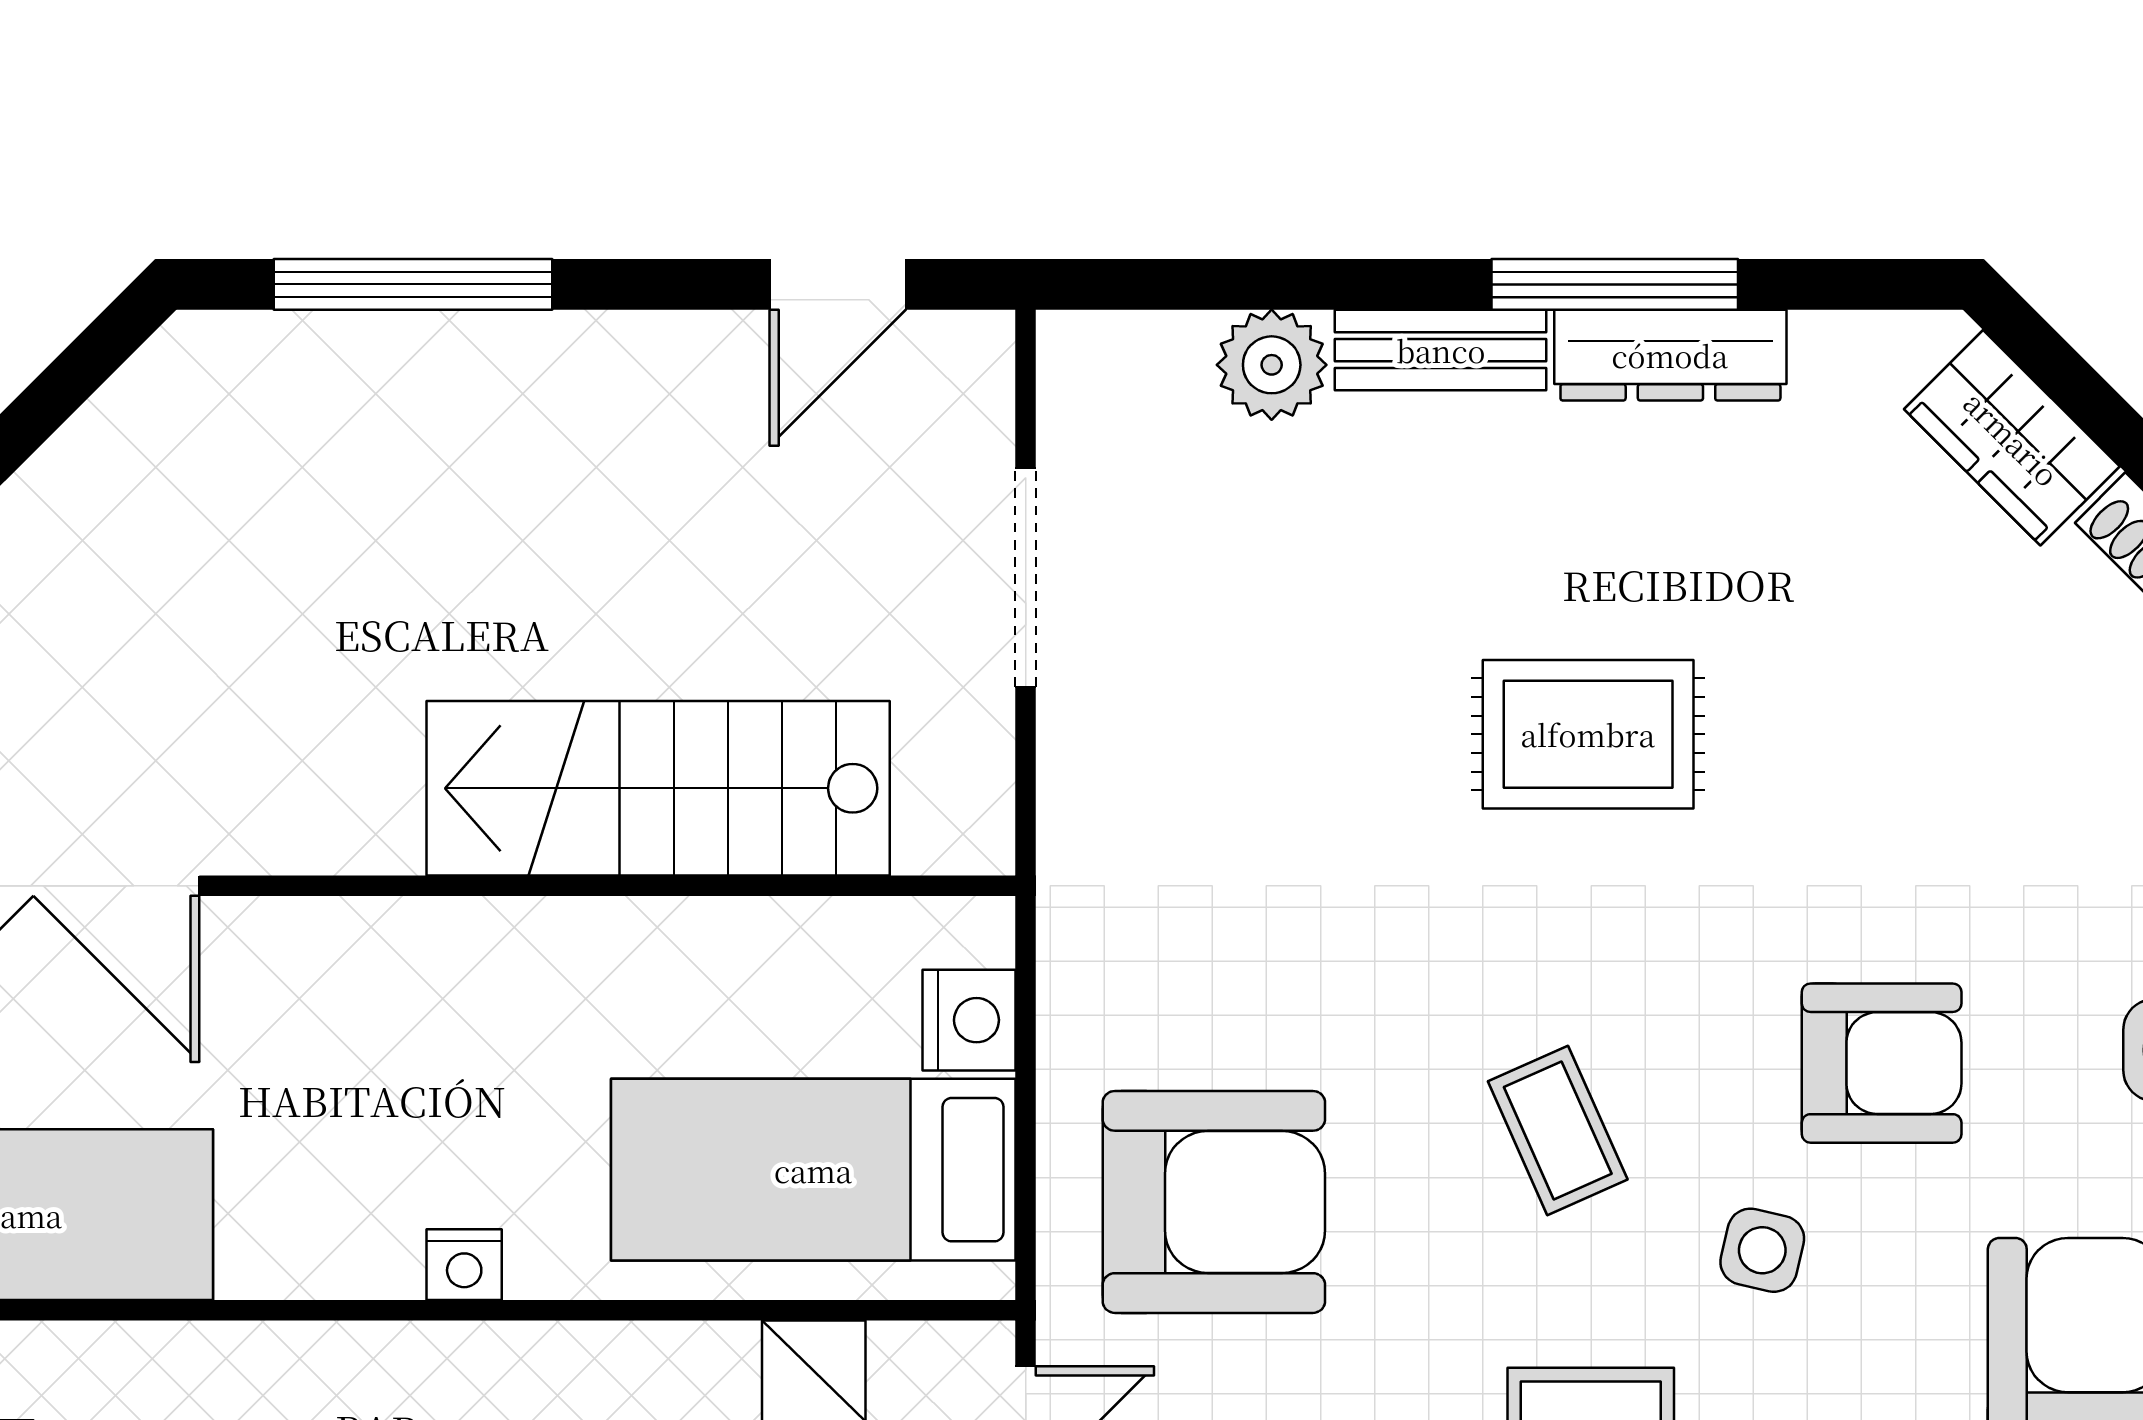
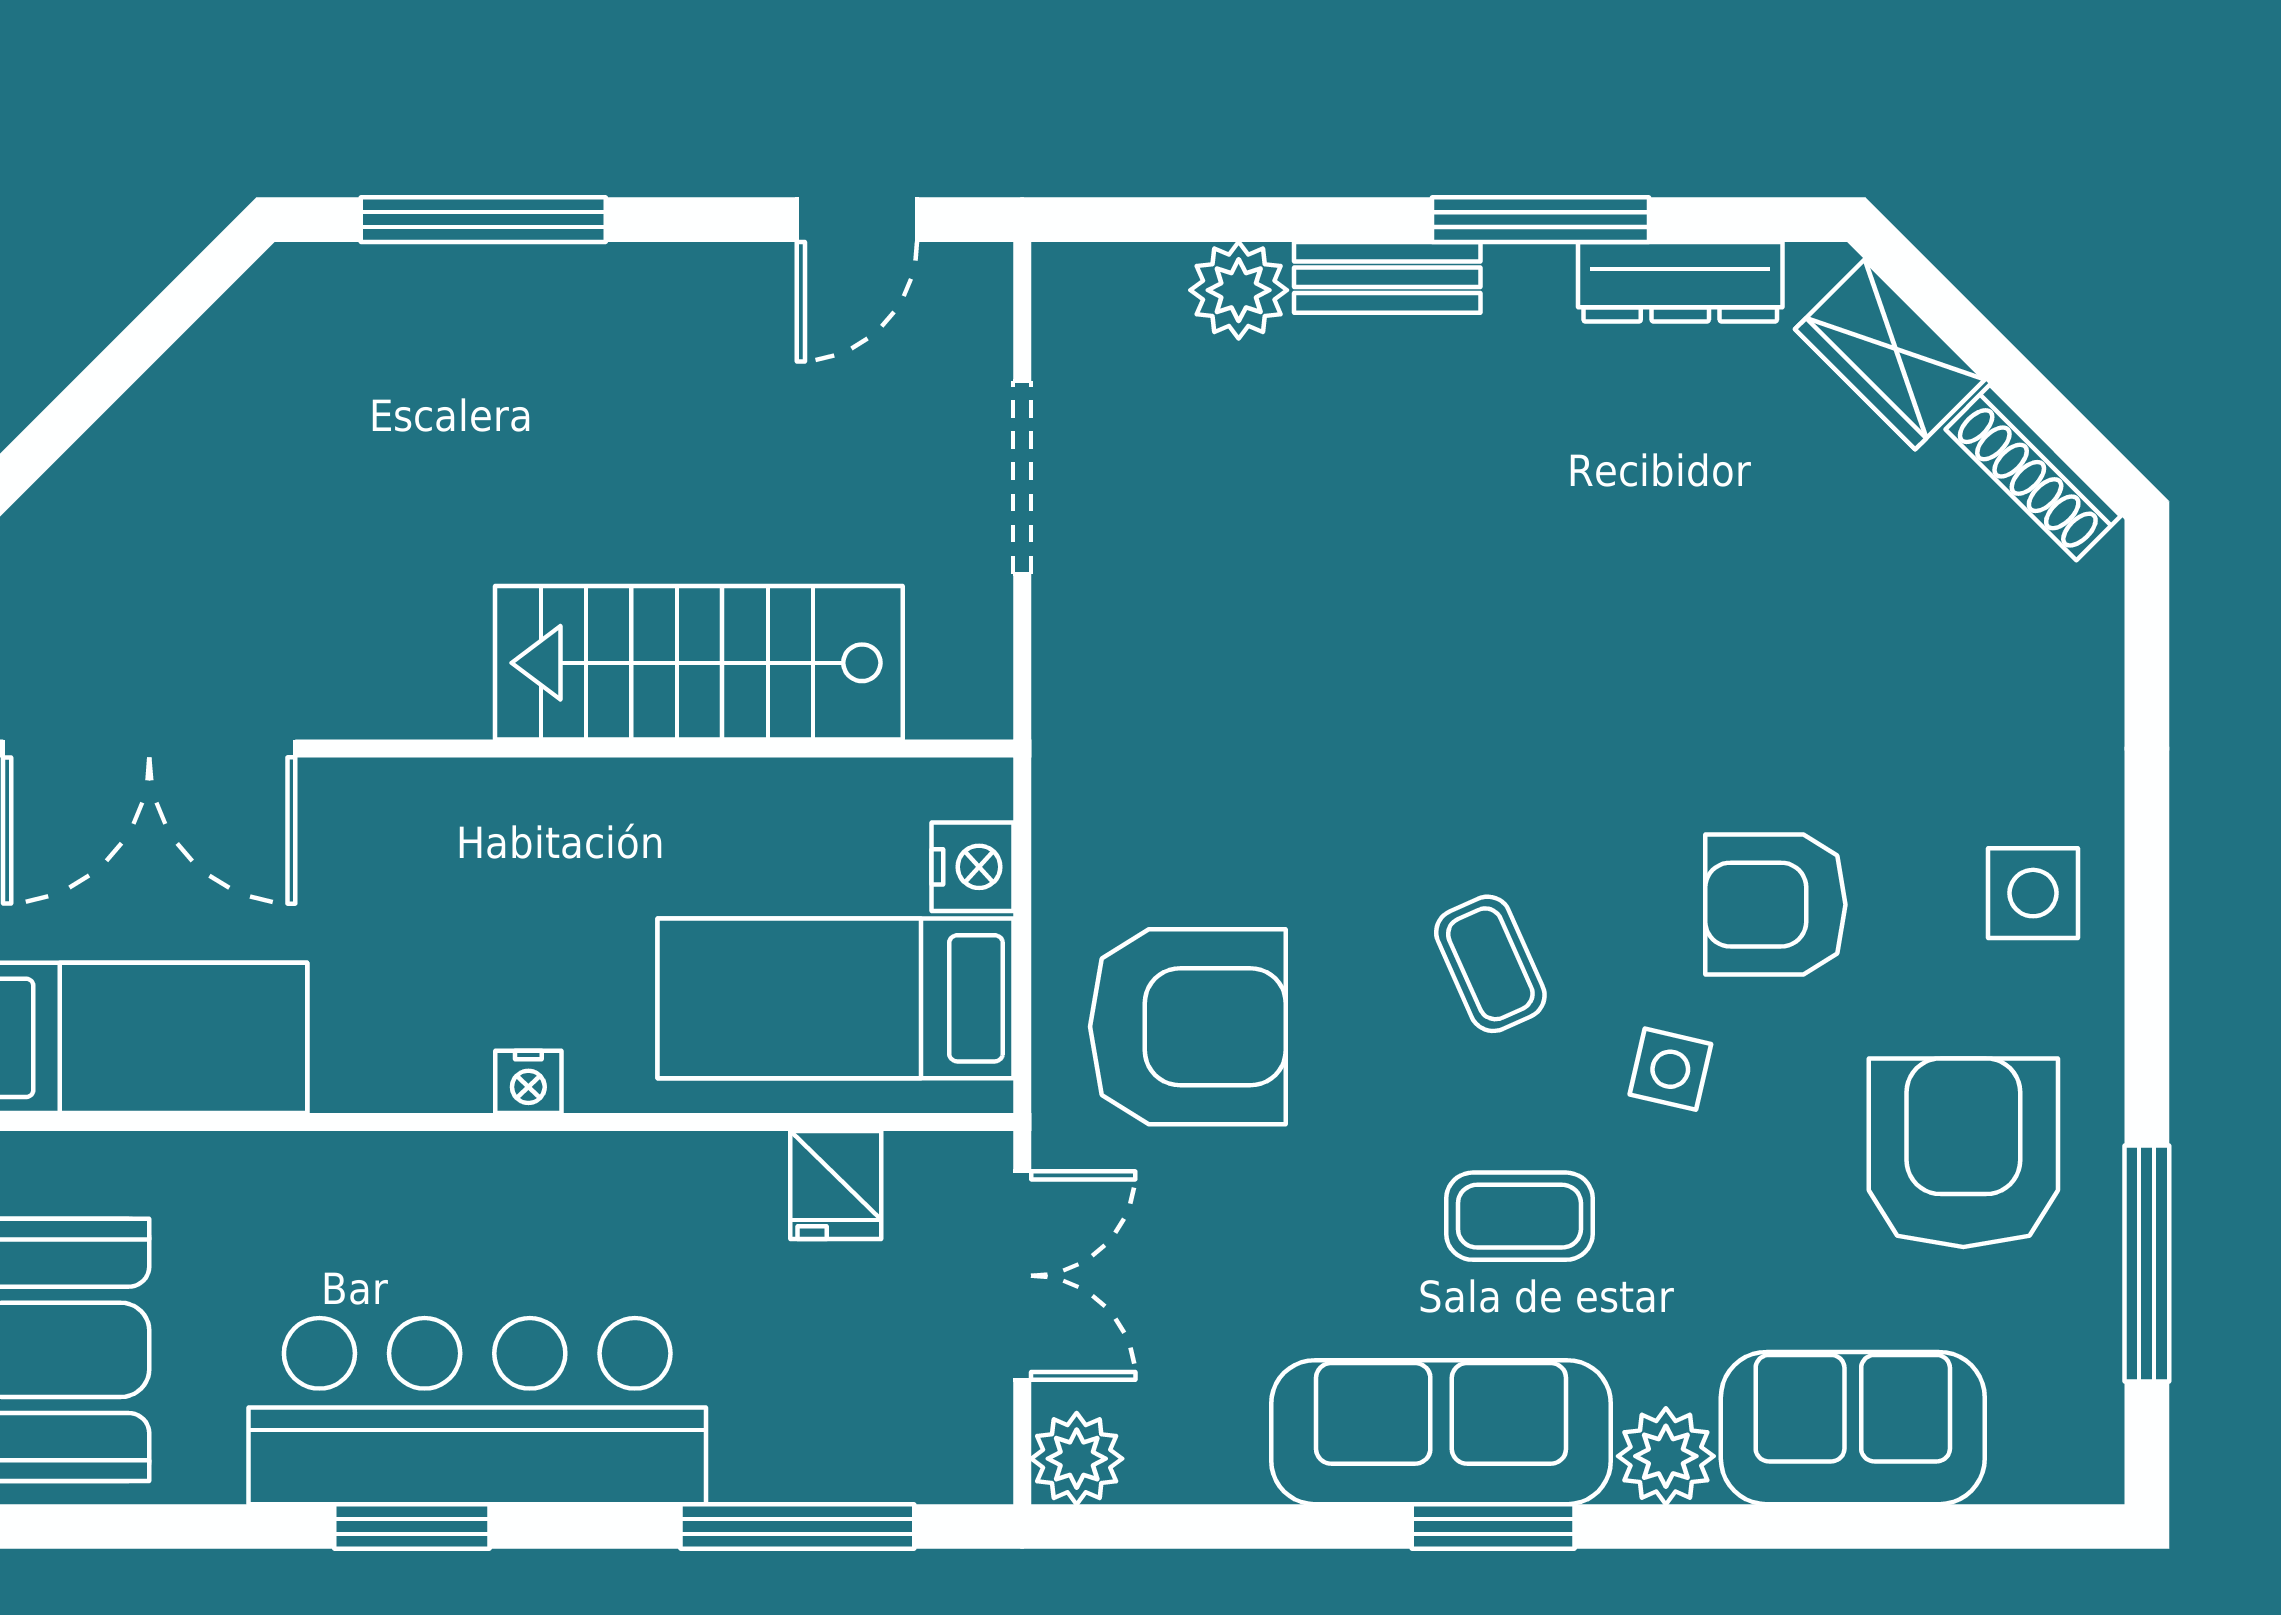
dresser: (1670, 355) -> (1680, 282), moved
rug: (1588, 734) -> (1517, 615), removed
armchair: (1882, 1063) -> (1775, 905), turned 180

